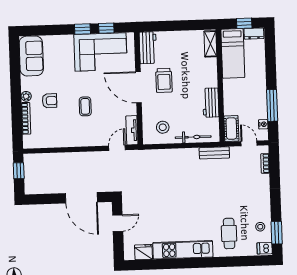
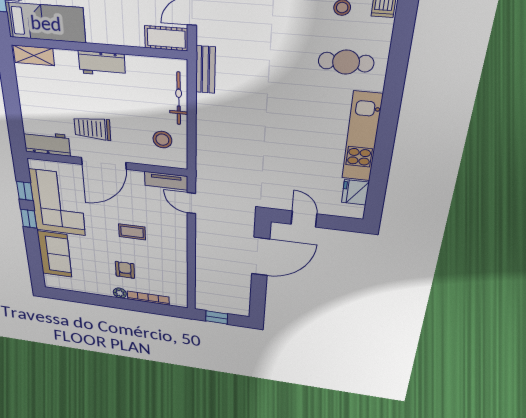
sofa: (31, 56) -> (55, 254), moved, turned 90
trolley: (164, 80) -> (92, 129), turned 180
workbench: (211, 103) -> (102, 64), moved

